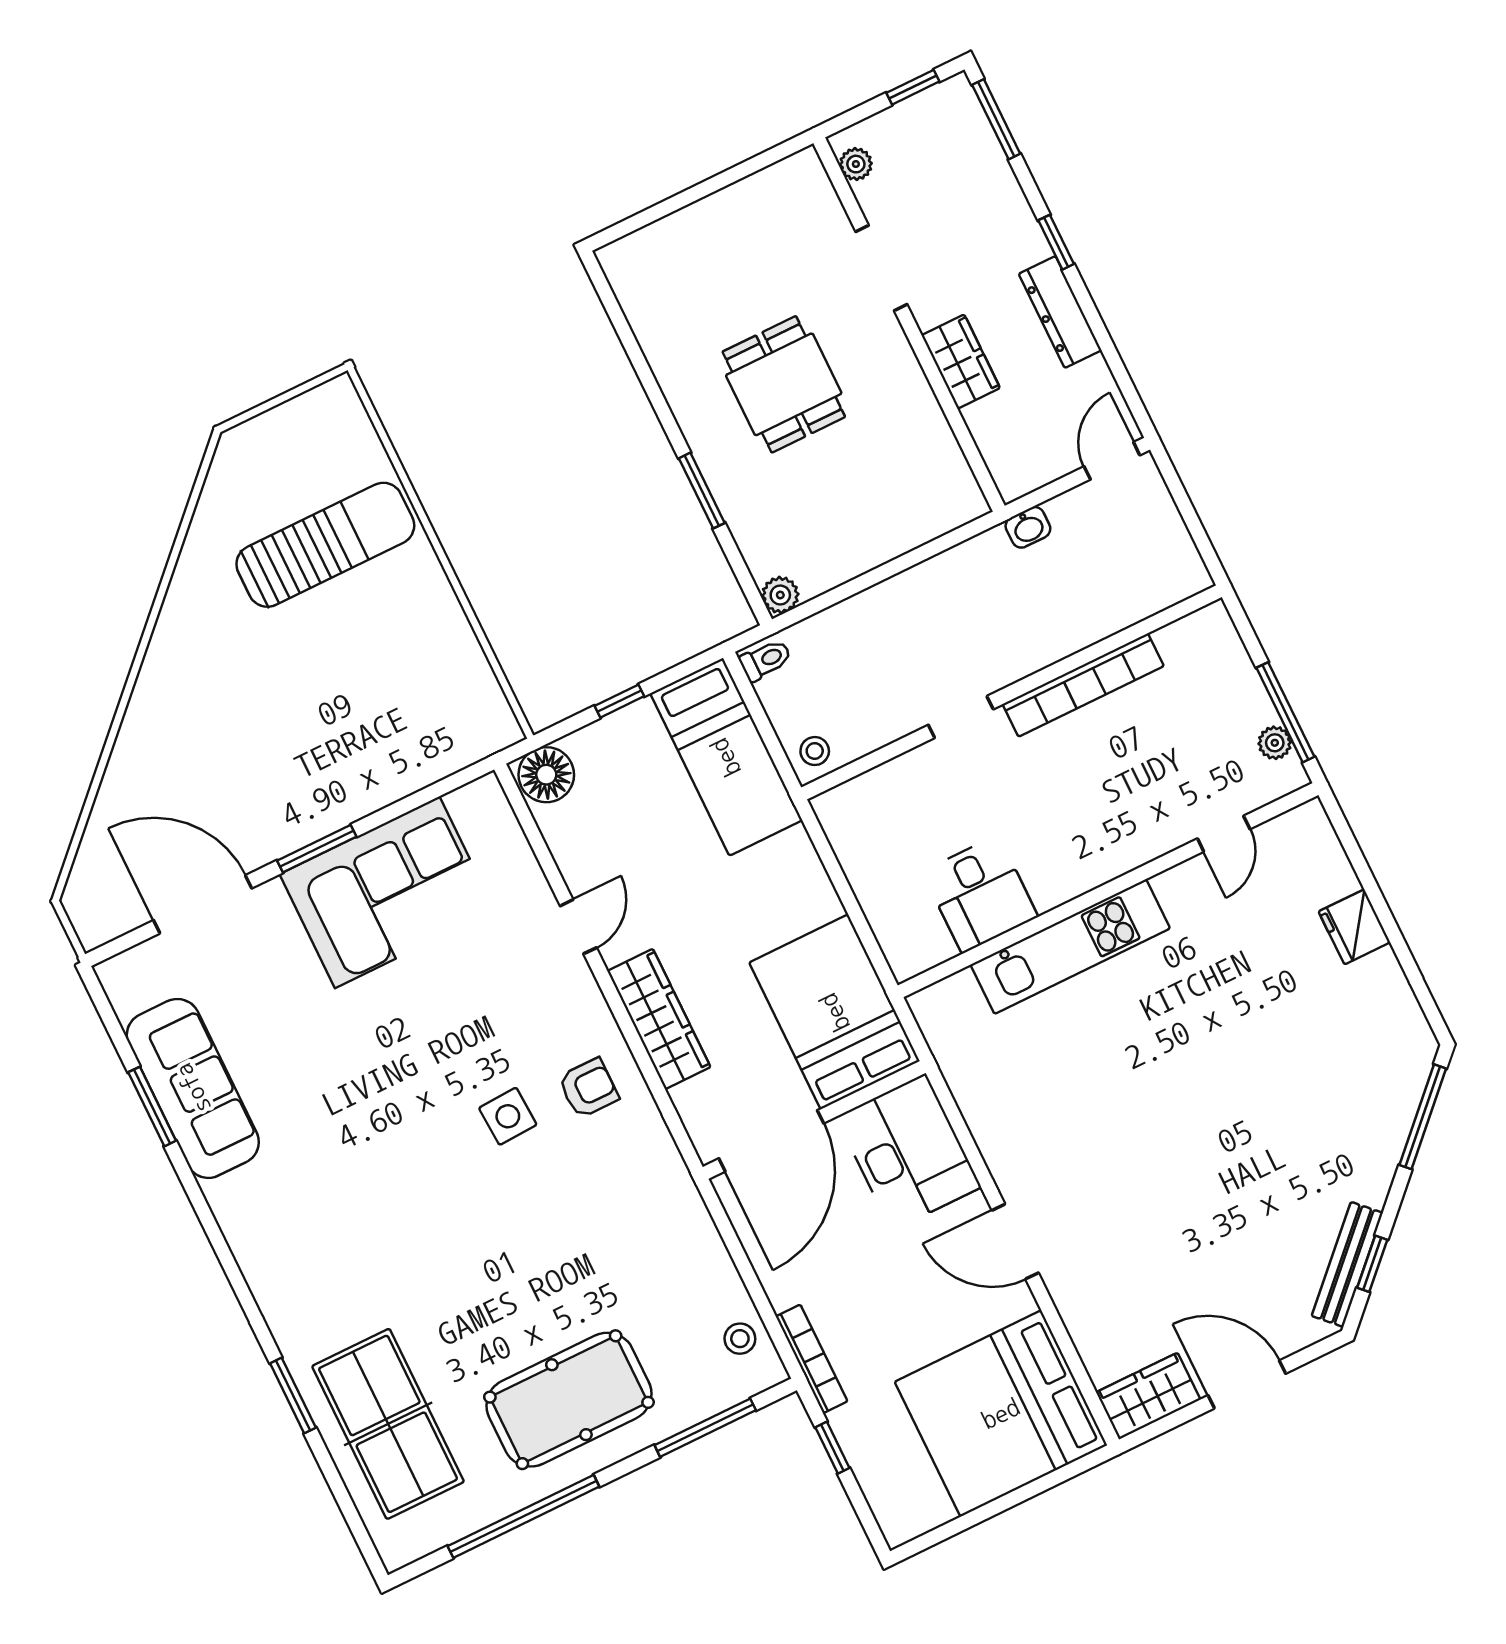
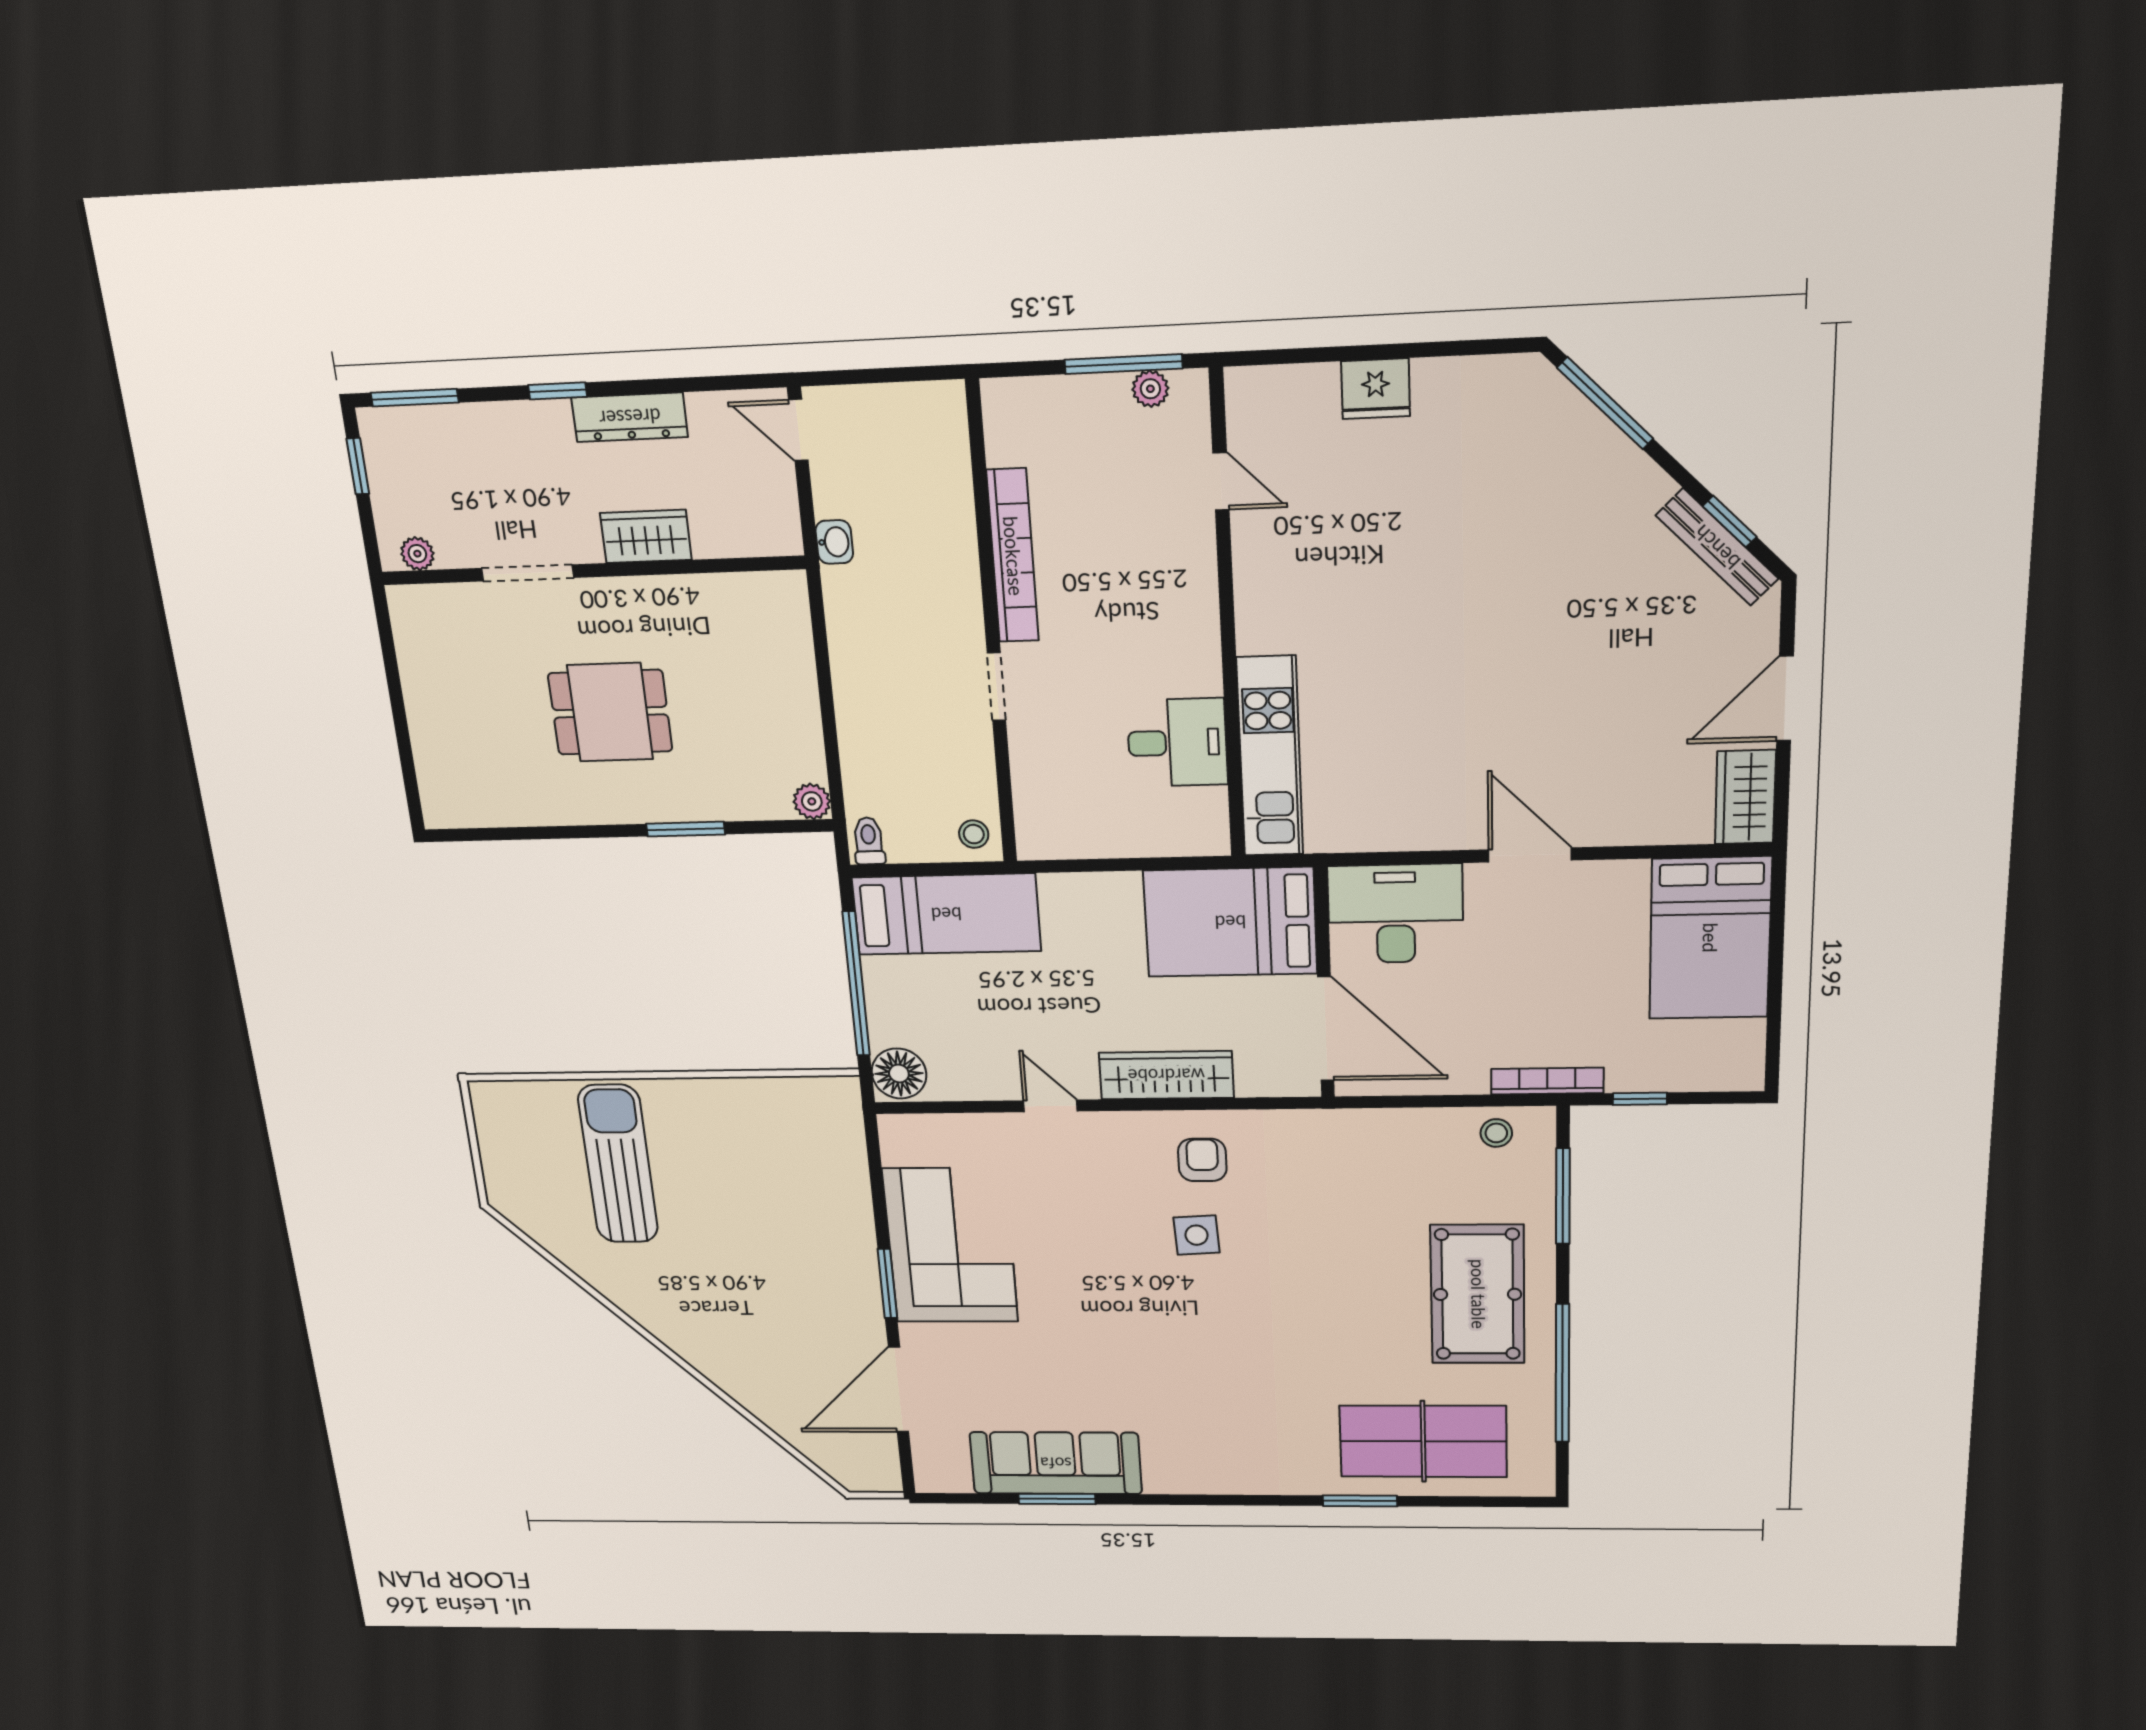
window: (619, 701) -> (856, 984), width x3.17
kitchen unit: (1070, 947) -> (1270, 757), moved
door: (1015, 1242) -> (1530, 855), swing flipped
bed: (1001, 1414) -> (1710, 938), width x0.73

